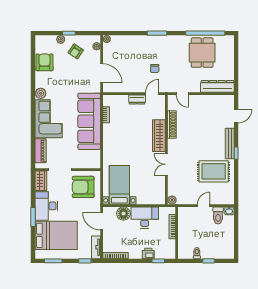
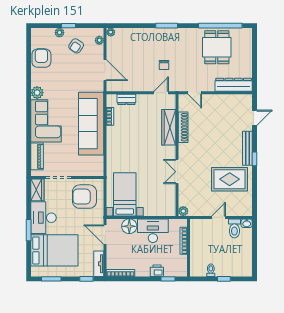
dresser: (137, 99) -> (126, 99), moved
wardrobe: (159, 136) -> (169, 127), moved

